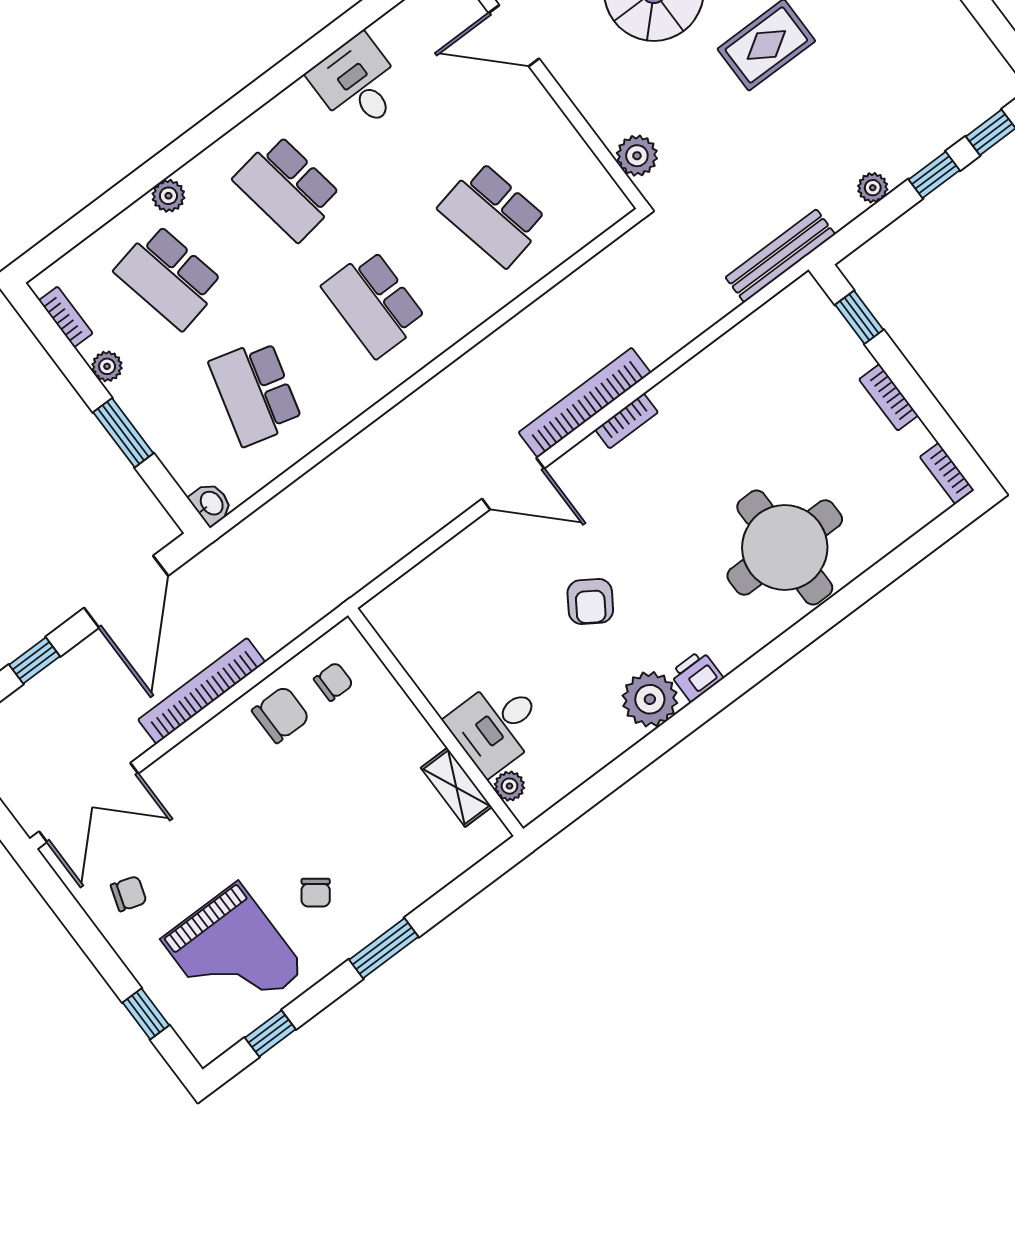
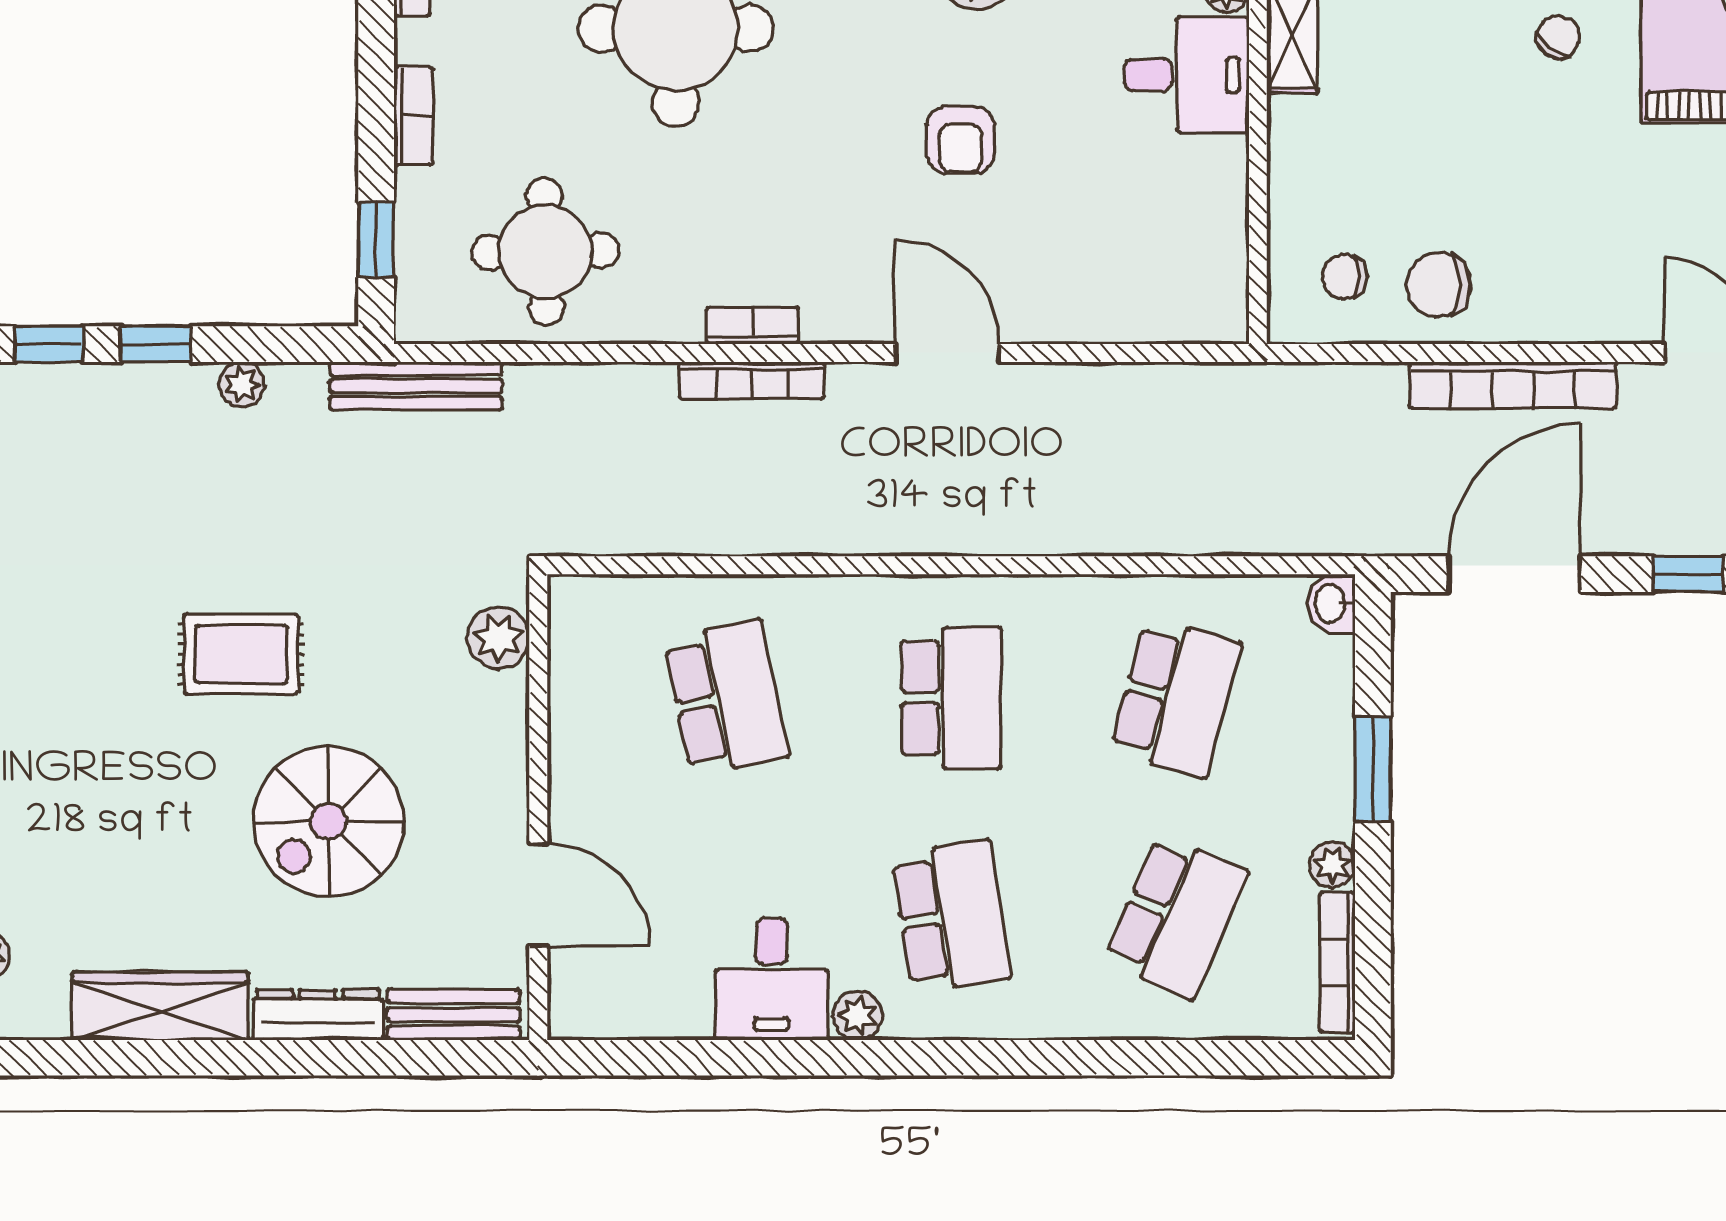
plant: (168, 196) -> (858, 1015), moved
school desk: (169, 277) -> (1176, 916), turned 36
bookcase: (66, 317) -> (1337, 962), width x1.56
round table: (765, 378) -> (545, 252), added
bookcase: (585, 403) -> (752, 380), width x0.68, depth x0.76
armchair: (590, 601) -> (961, 140), turned 147

